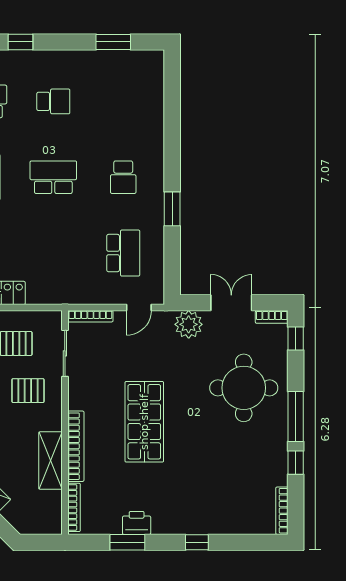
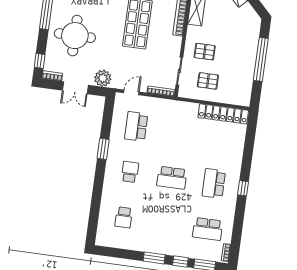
window: (113, 42) -> (154, 258), moved
school desk: (53, 101) -> (124, 217), moved, turned -90

